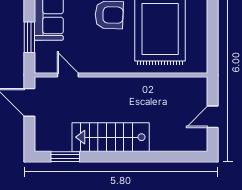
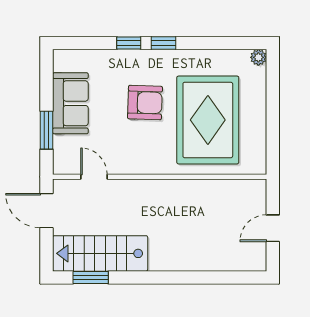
stairs: (111, 137) -> (100, 253), moved

